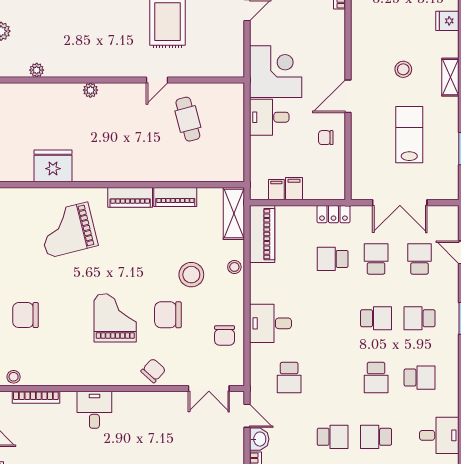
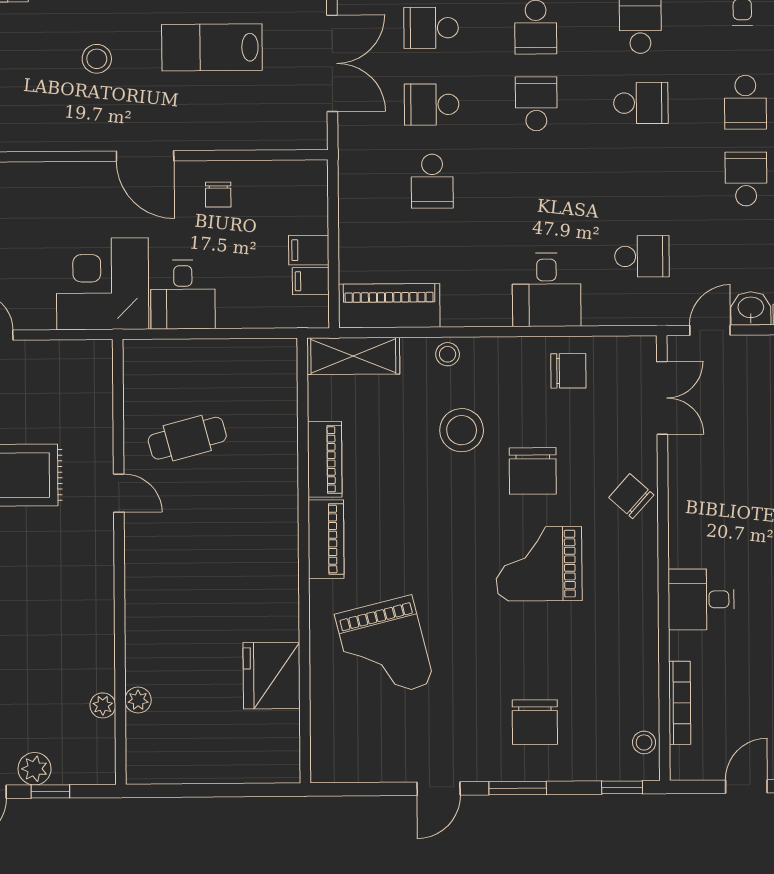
plant: (90, 90) -> (138, 700), moved
locker: (333, 214) -> (353, 180), removed

